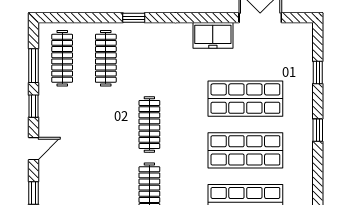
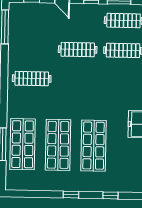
clothes rail: (149, 124) -> (78, 50), moved

